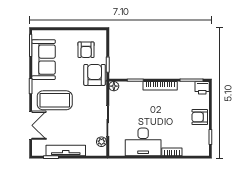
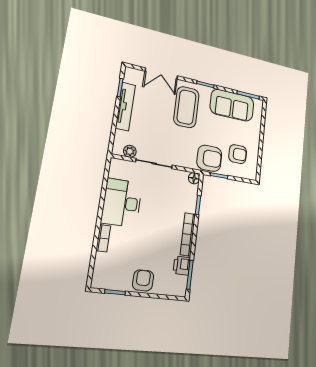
armchair: (86, 50) -> (238, 154), turned 180
printer: (202, 88) -> (182, 266), moved

